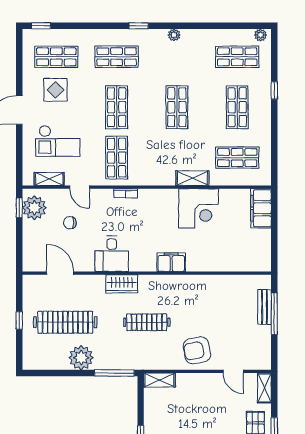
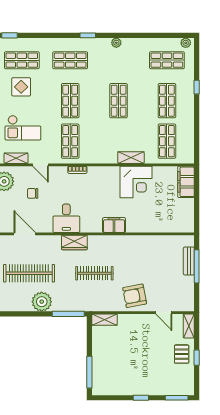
shop shelf: (237, 158) -> (167, 141), turned 90

